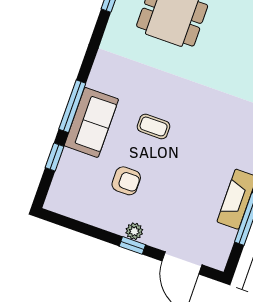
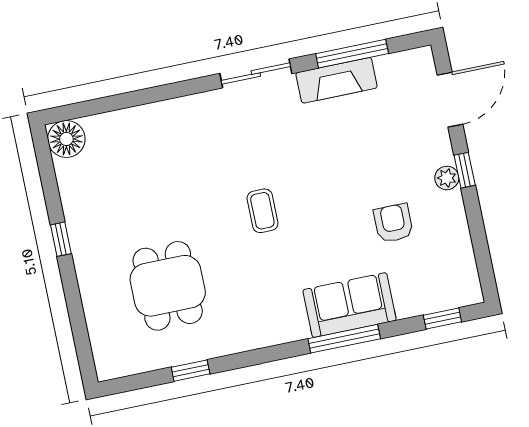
coffee table: (154, 126) -> (262, 211), moved
window: (55, 157) -> (442, 318), moved

